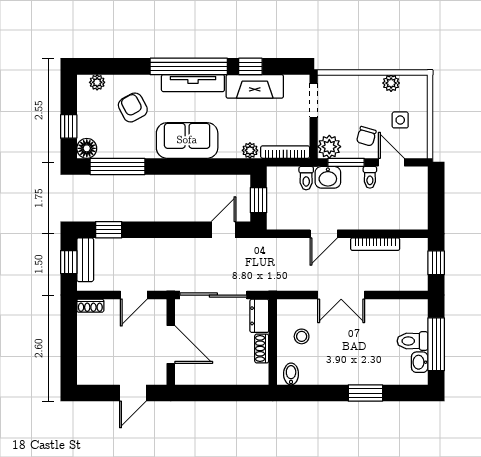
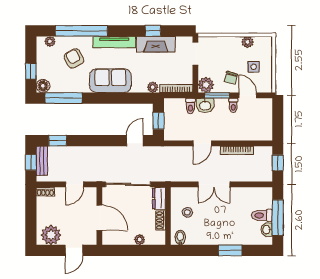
window: (189, 66) -> (81, 31), moved
plant: (99, 370) -> (51, 235), added
plant: (230, 377) -> (140, 240), added

